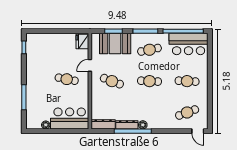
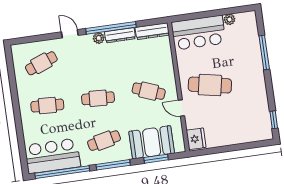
door: (90, 65) -> (181, 108), swing flipped
cafe table: (67, 79) -> (210, 85), width x1.37, depth x1.35
door: (198, 131) -> (70, 34), moved

